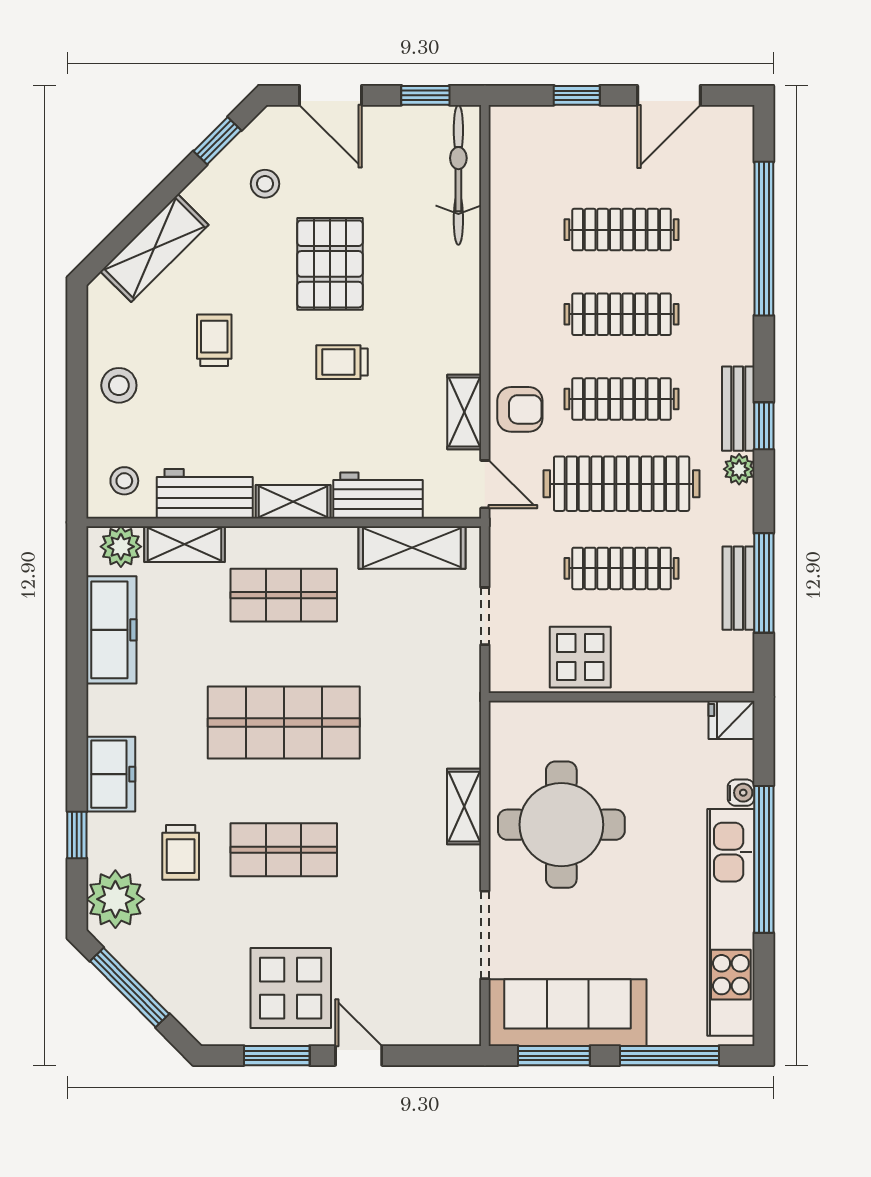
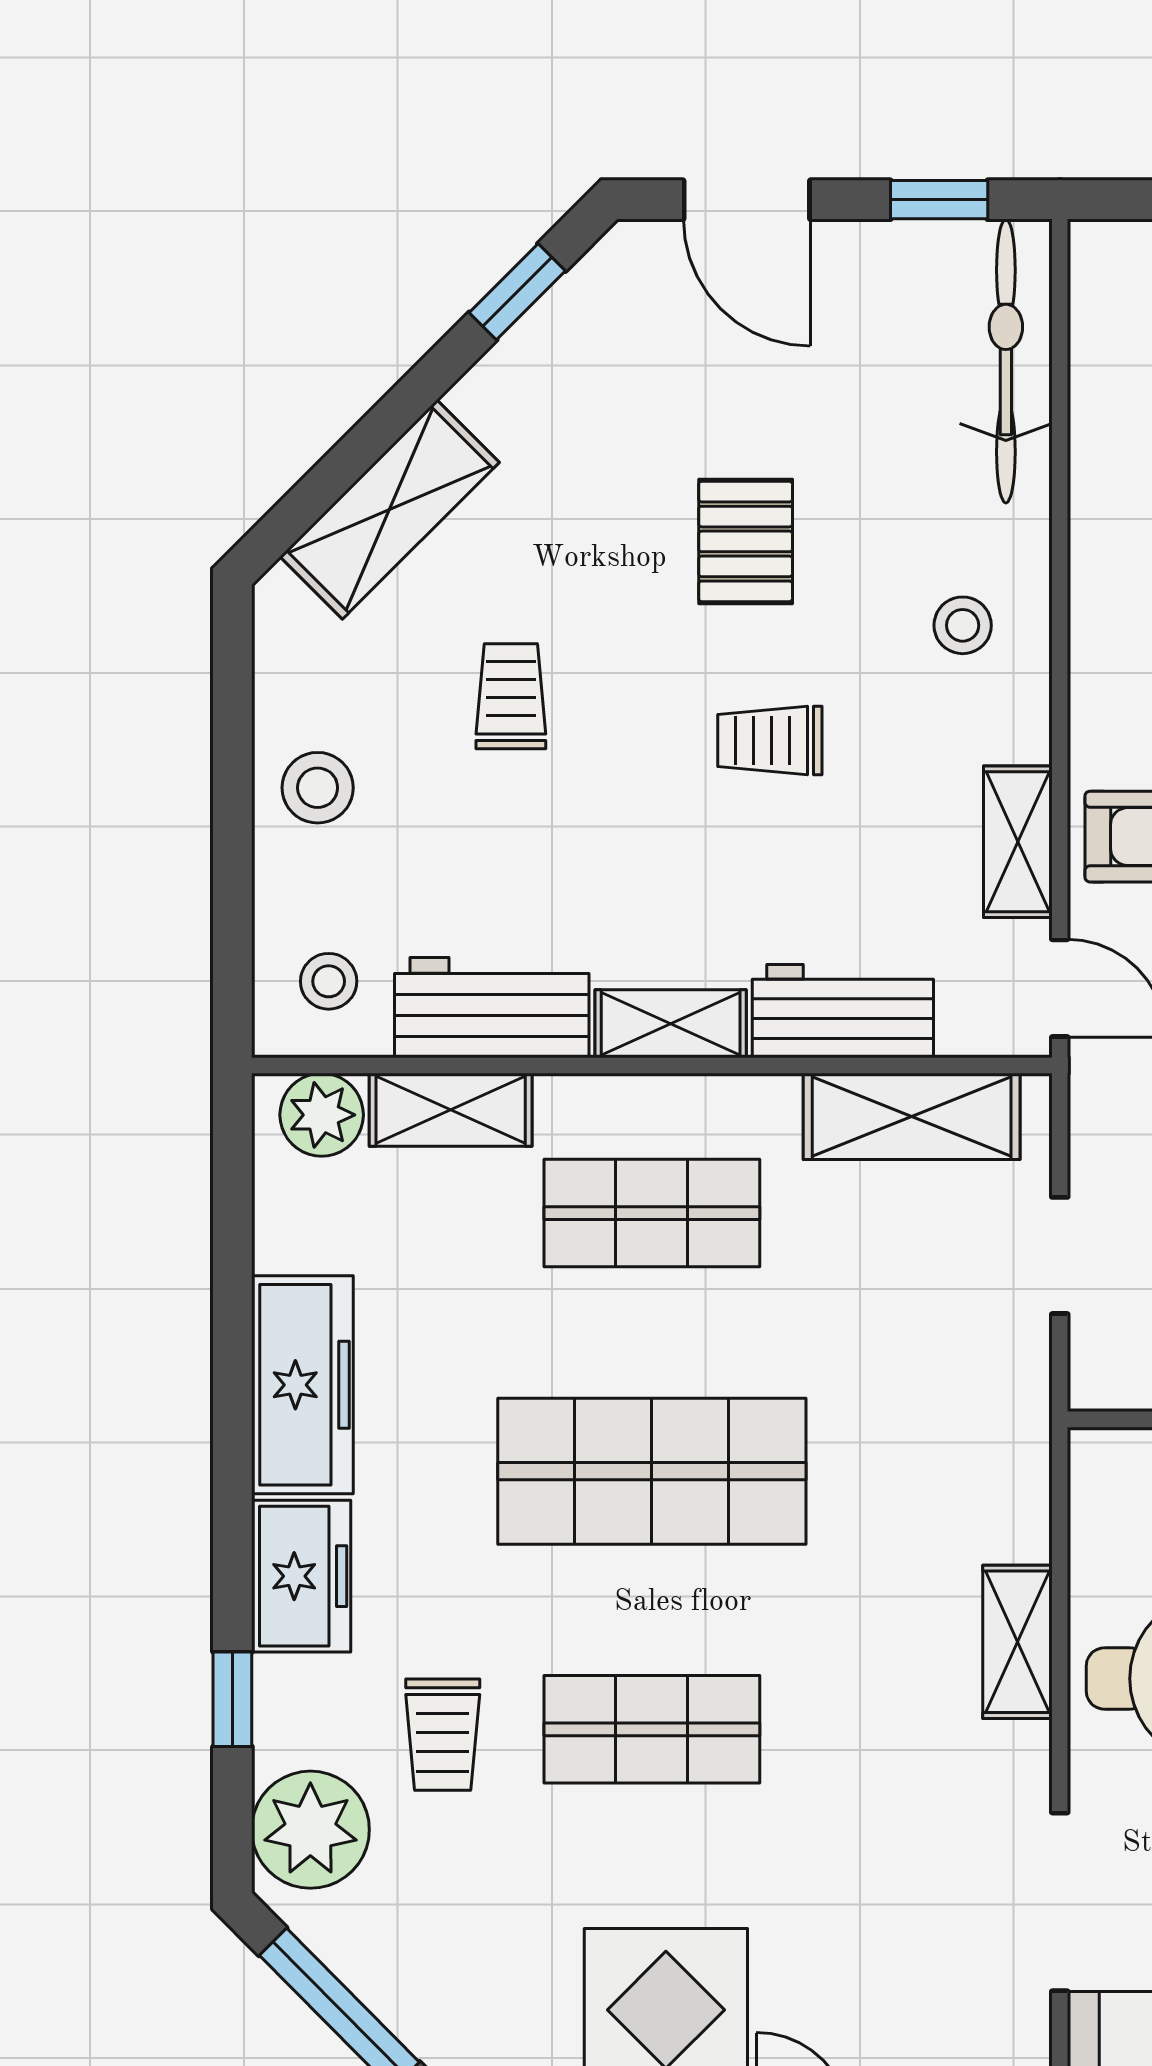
stool: (265, 184) -> (963, 625), moved
pallet: (330, 264) -> (746, 541), width x0.67, depth x0.71
freezer: (111, 630) -> (302, 1385), moved

